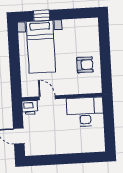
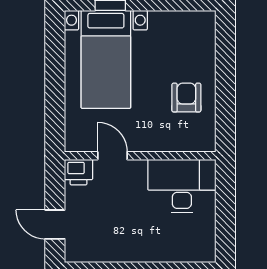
armchair: (85, 65) -> (186, 98), turned -90

